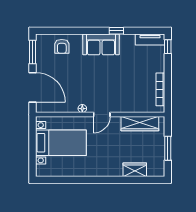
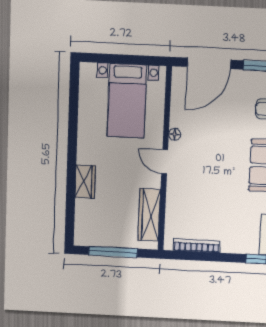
window: (168, 148) -> (113, 252), width x1.44
wardrobe: (135, 170) -> (85, 182), moved

